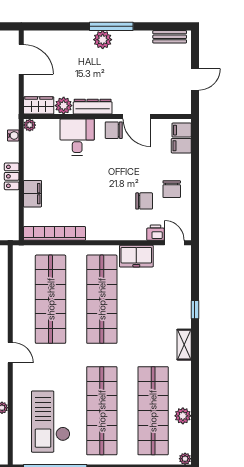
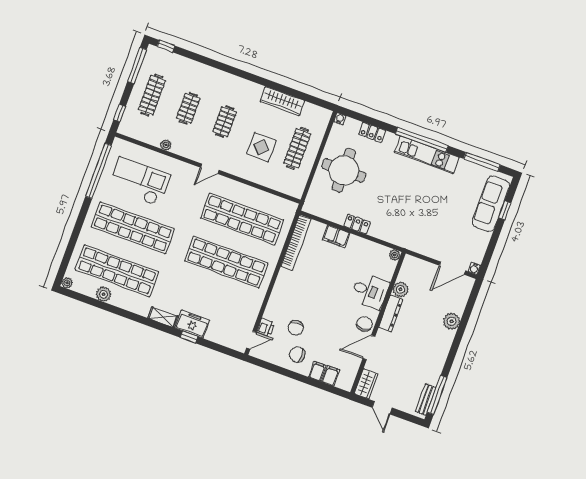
window: (111, 26) -> (437, 395), moved
plant: (103, 40) -> (452, 321), moved
wardrobe: (39, 105) -> (366, 384), moved
filing cabinet: (182, 130) -> (317, 371), moved
water cooler: (13, 135) -> (474, 268), moved
freezer: (136, 256) -> (192, 324), moved, turned 90

